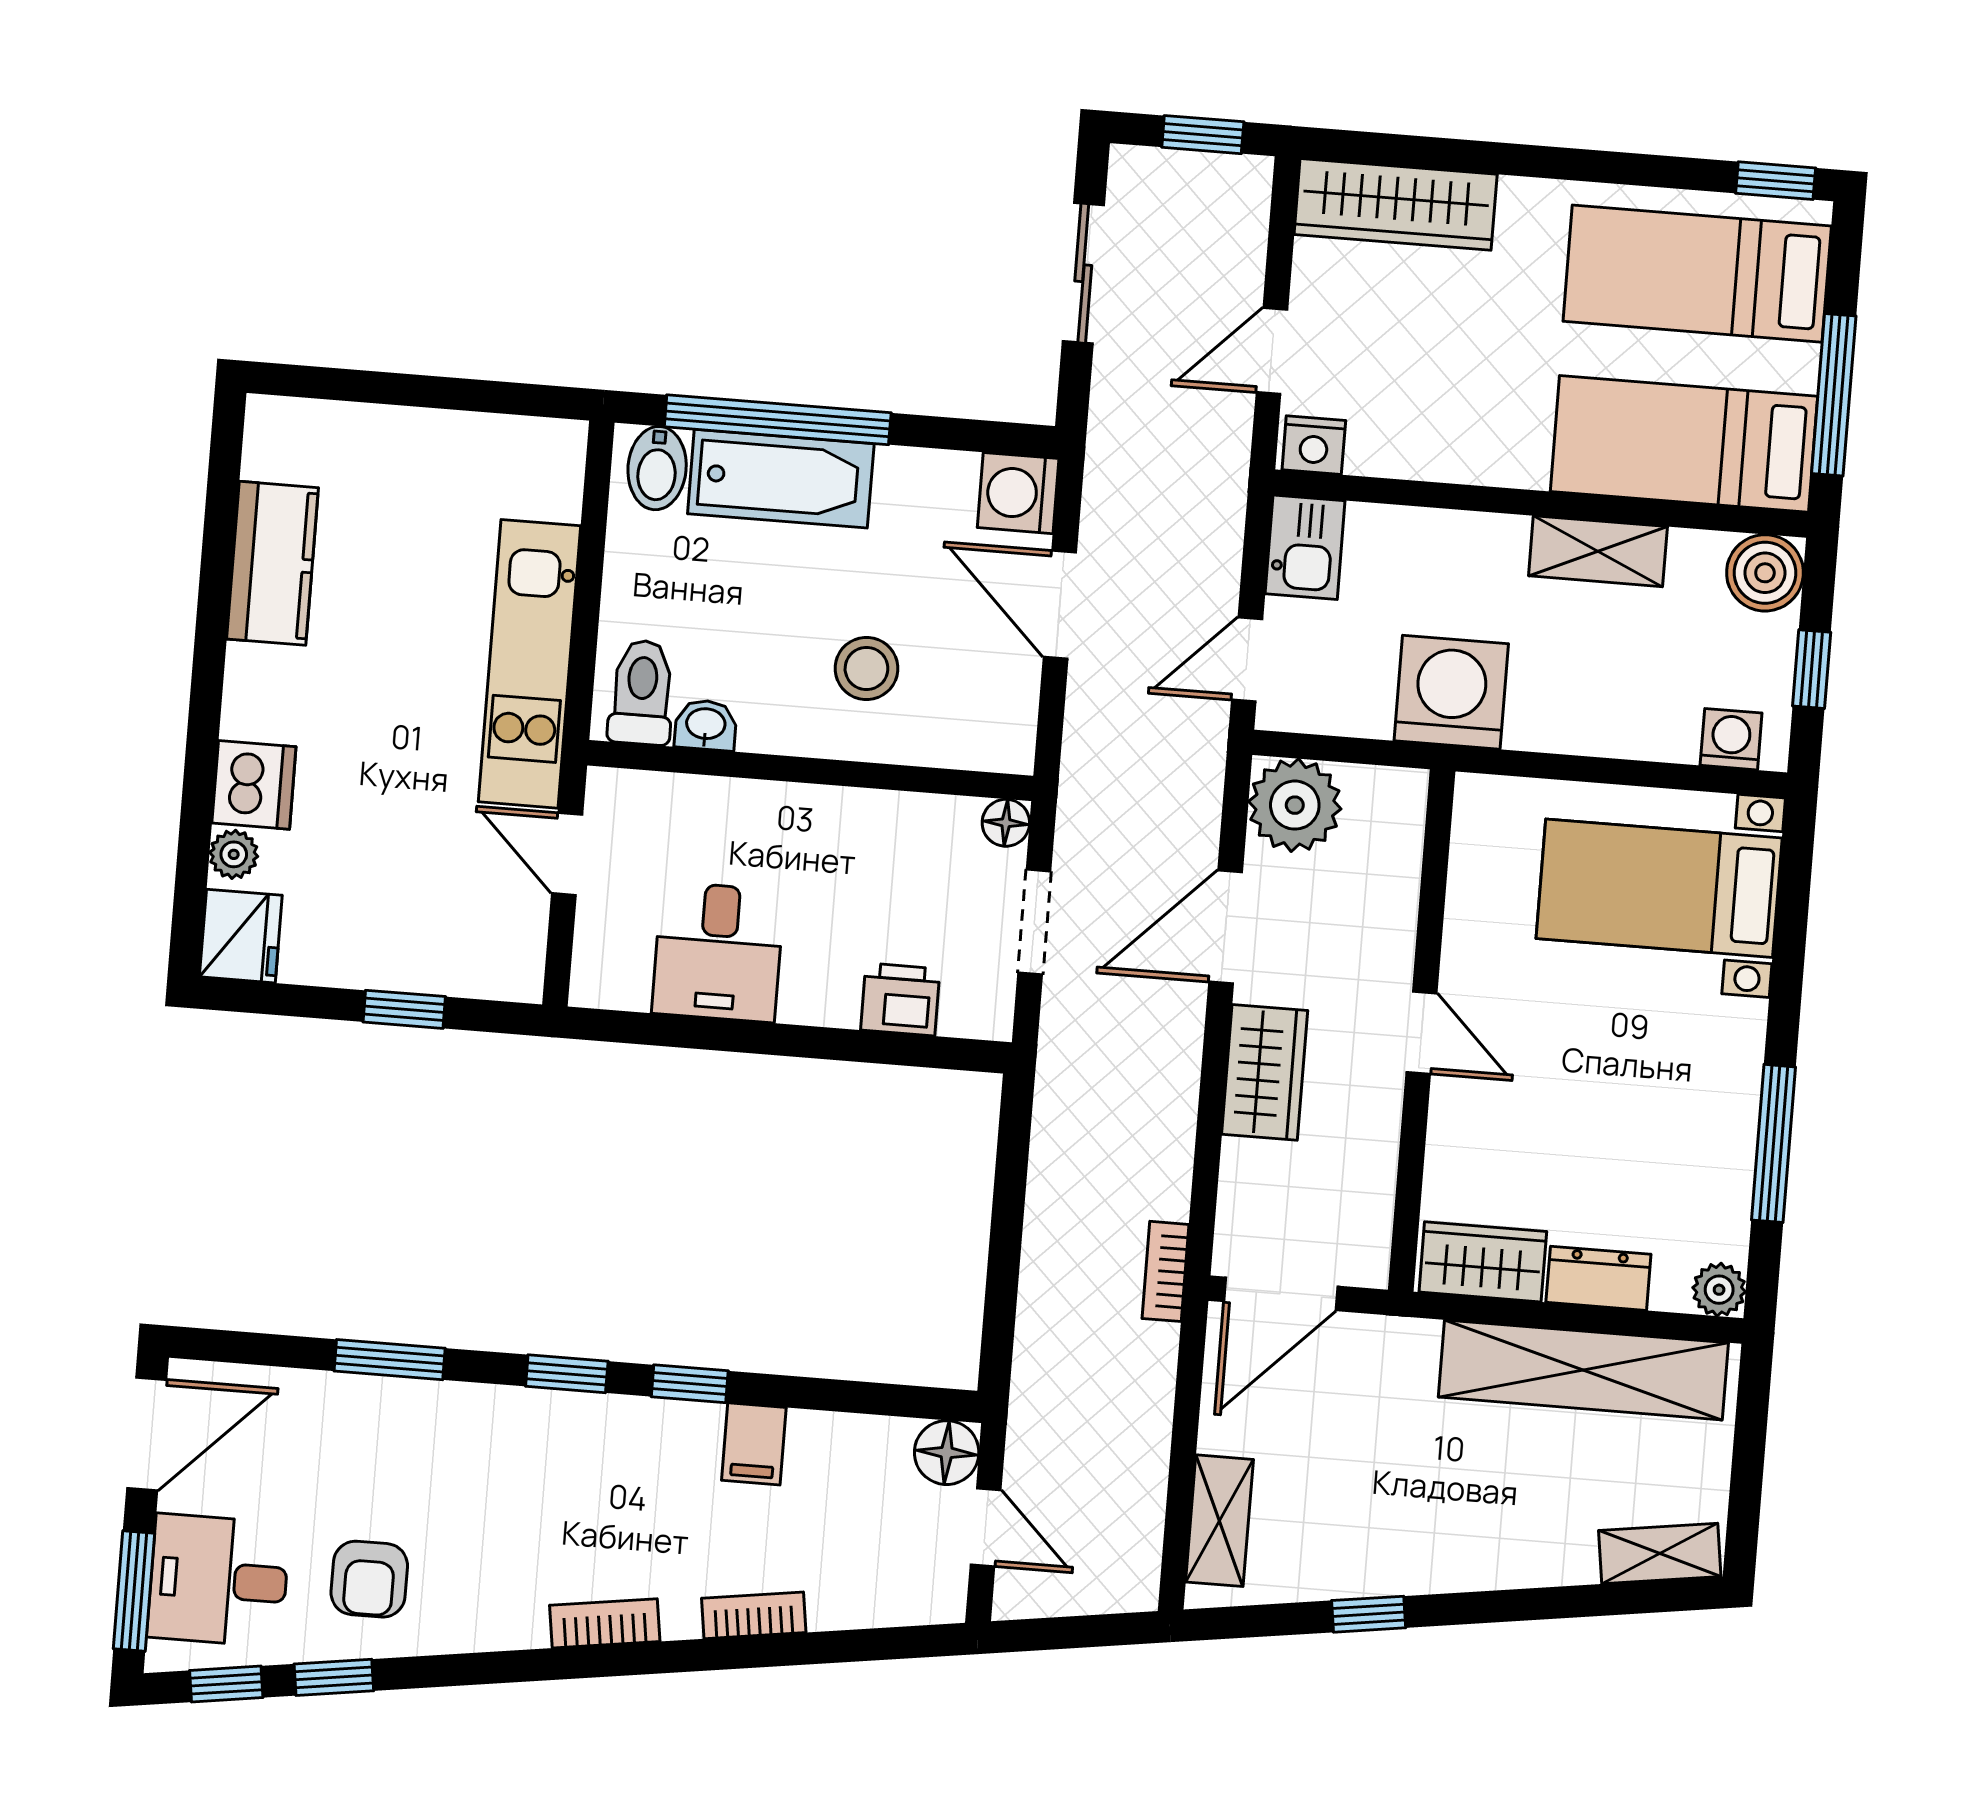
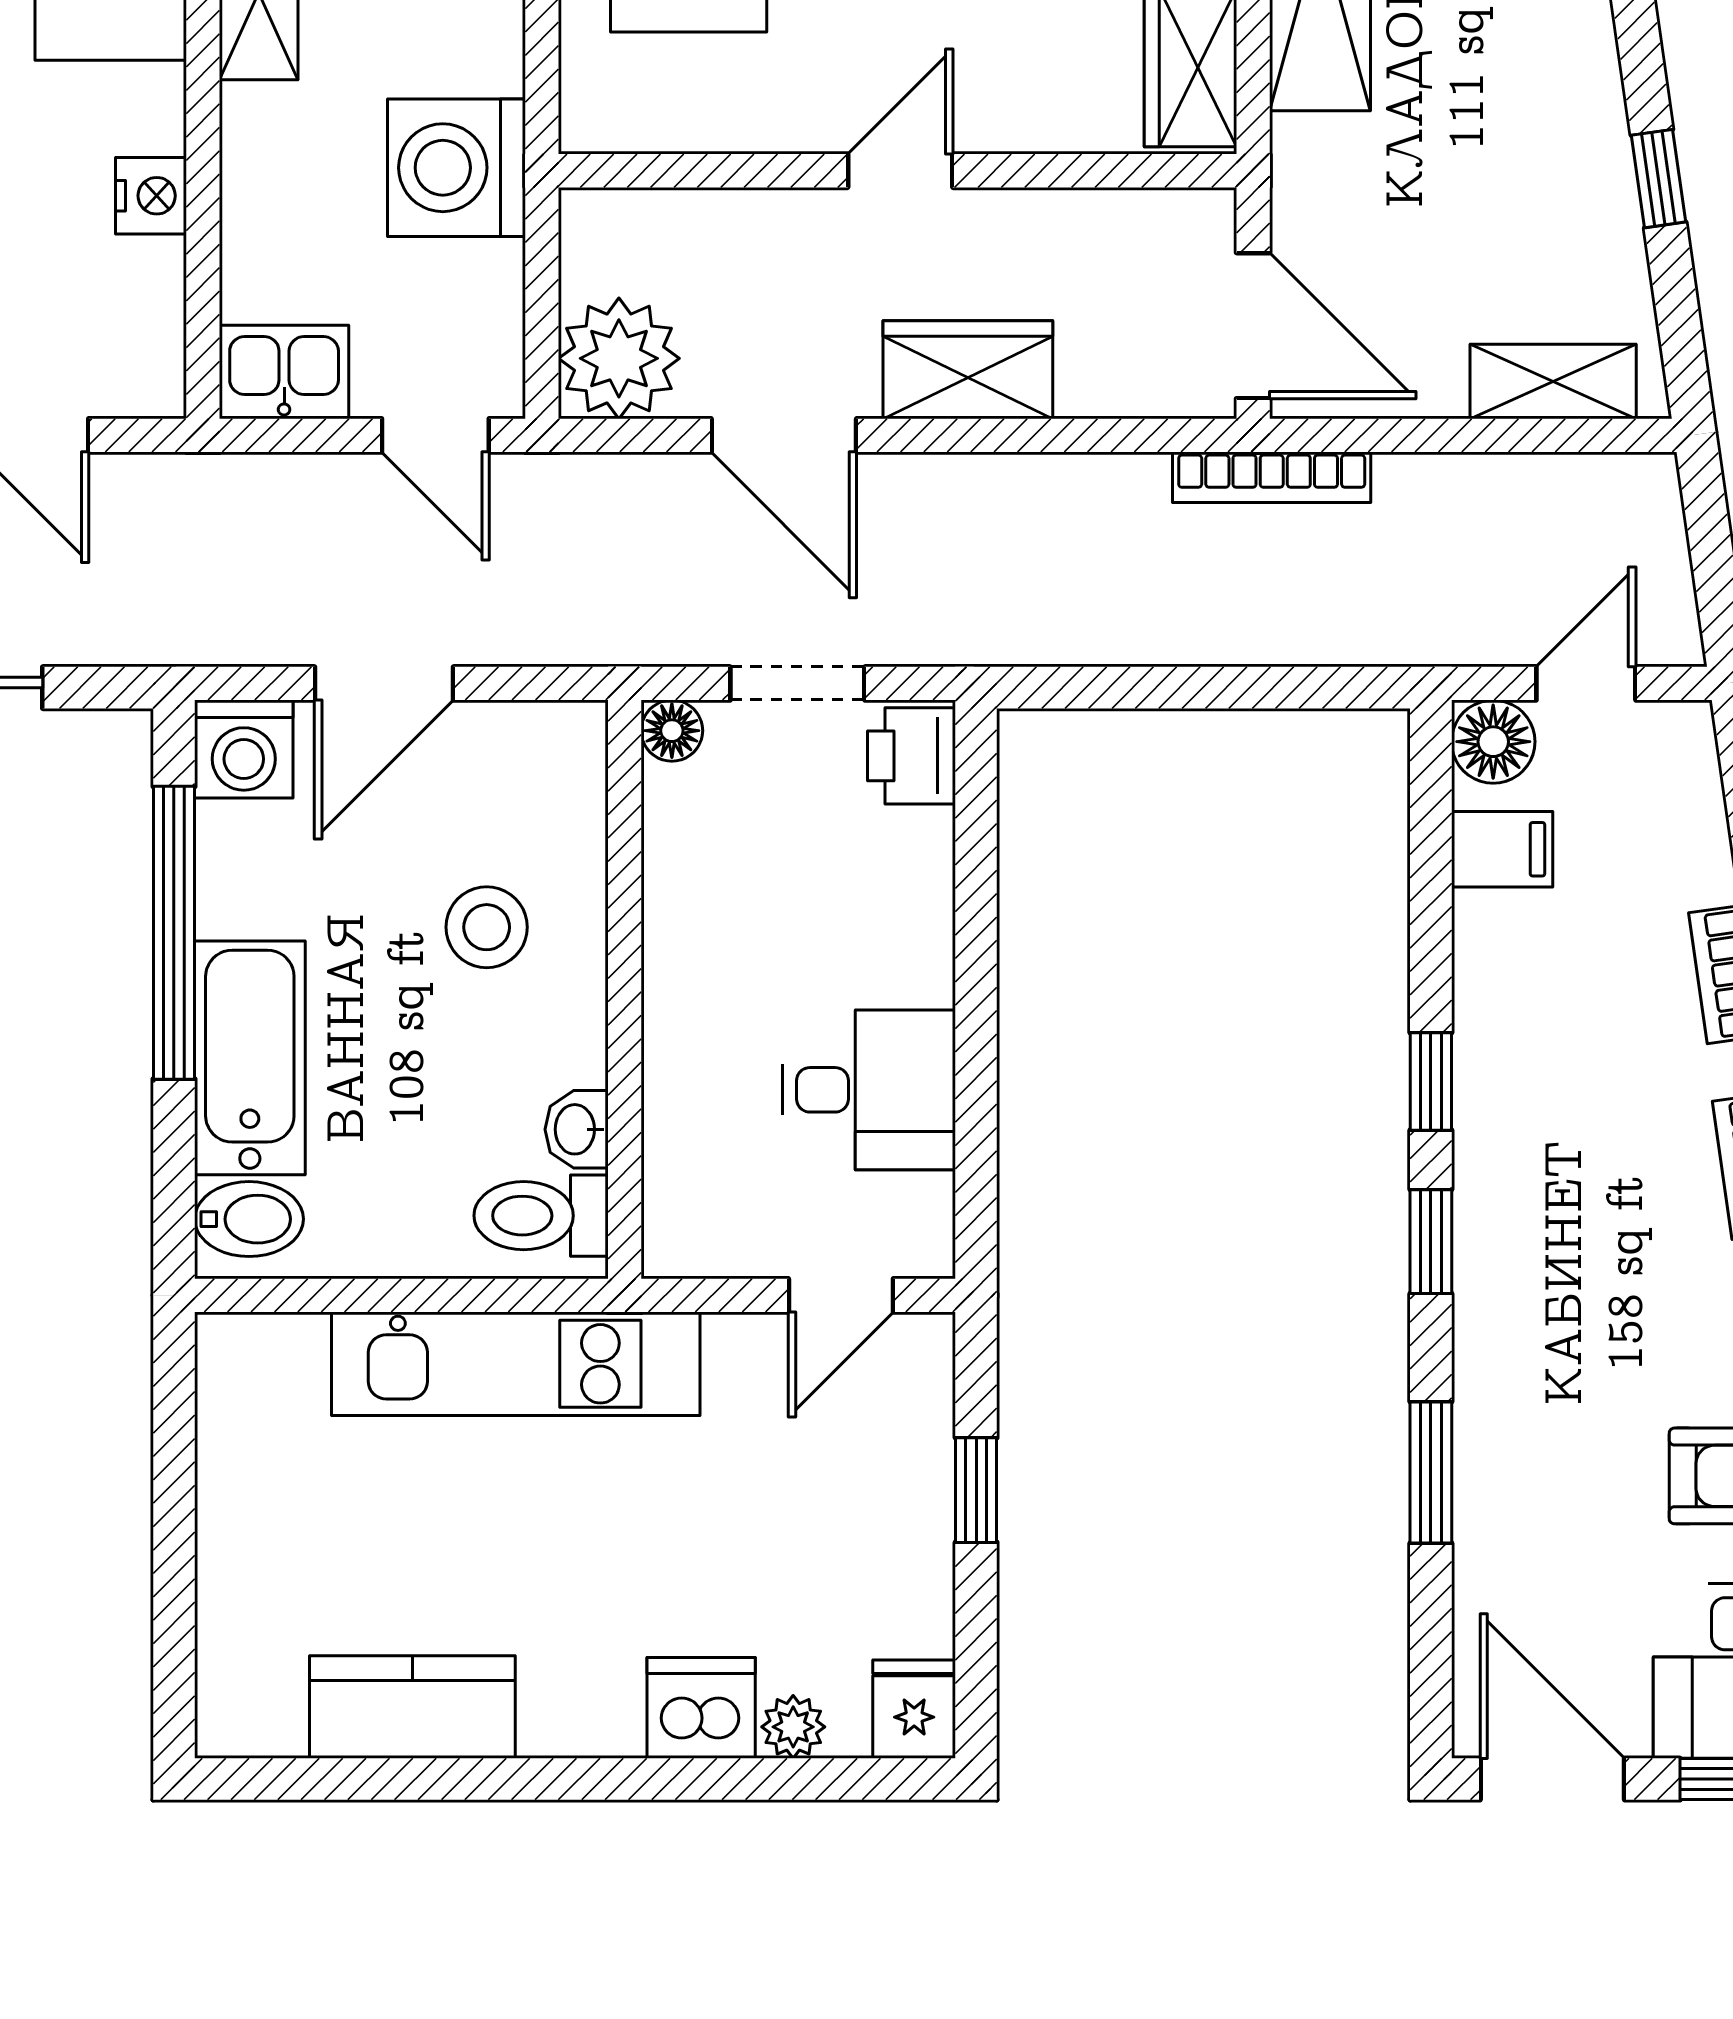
window: (778, 420) -> (174, 933), moved
nightstand: (1314, 445) -> (151, 196), moved
door: (567, 854) -> (841, 1295), moved
fridge: (241, 936) -> (914, 1709), width x0.72
printer: (900, 999) -> (912, 756), moved
bookcase: (1165, 1271) -> (1272, 477), width x1.56
filing cabinet: (754, 1444) -> (1502, 849), moved

